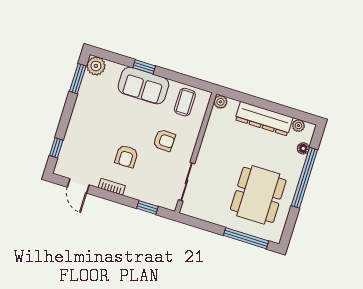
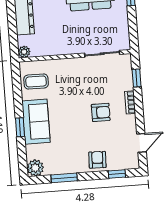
window: (78, 79) -> (64, 178), moved
armchair: (164, 140) -> (97, 160), moved
bookcase: (112, 187) -> (130, 102), moved

